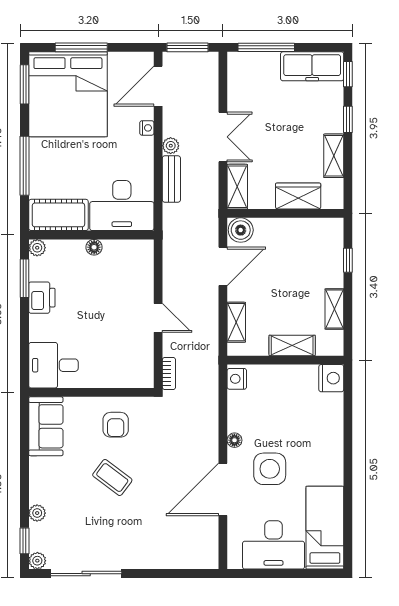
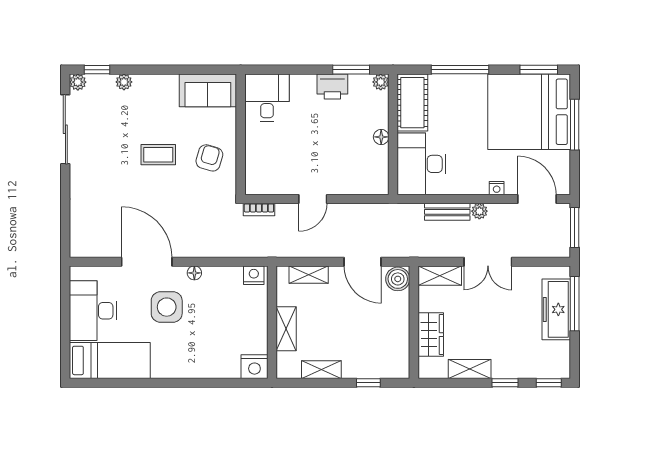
freezer: (312, 66) -> (556, 309), moved
armchair: (116, 425) -> (209, 158), turned 106
coffee table: (112, 478) -> (158, 155), turned 53

